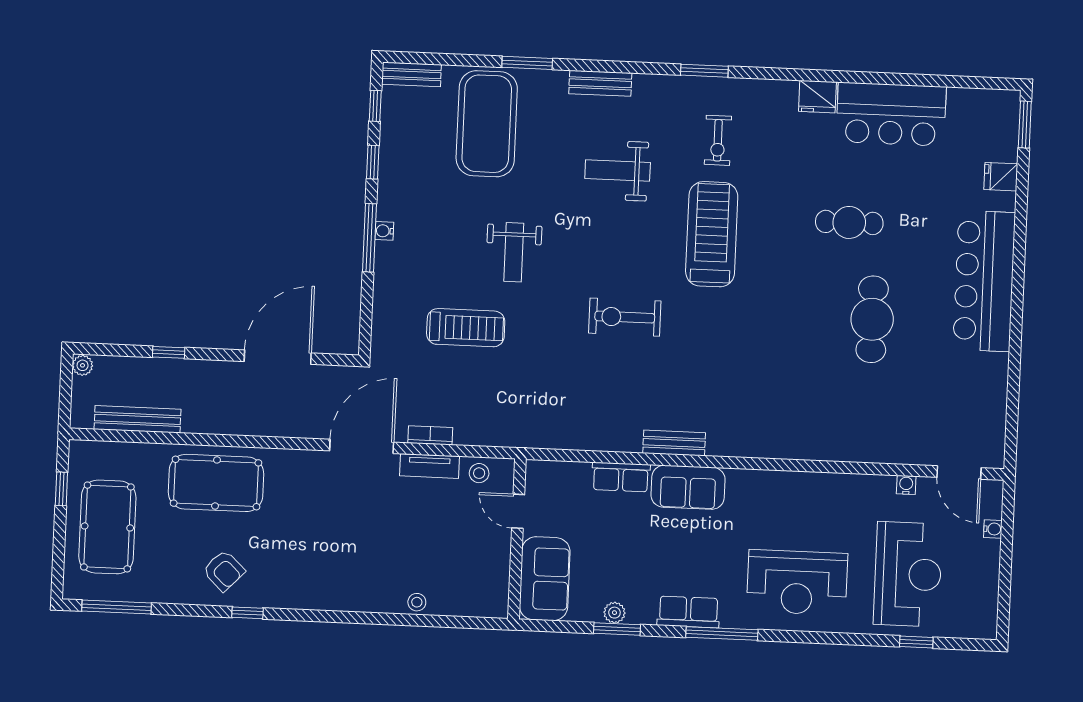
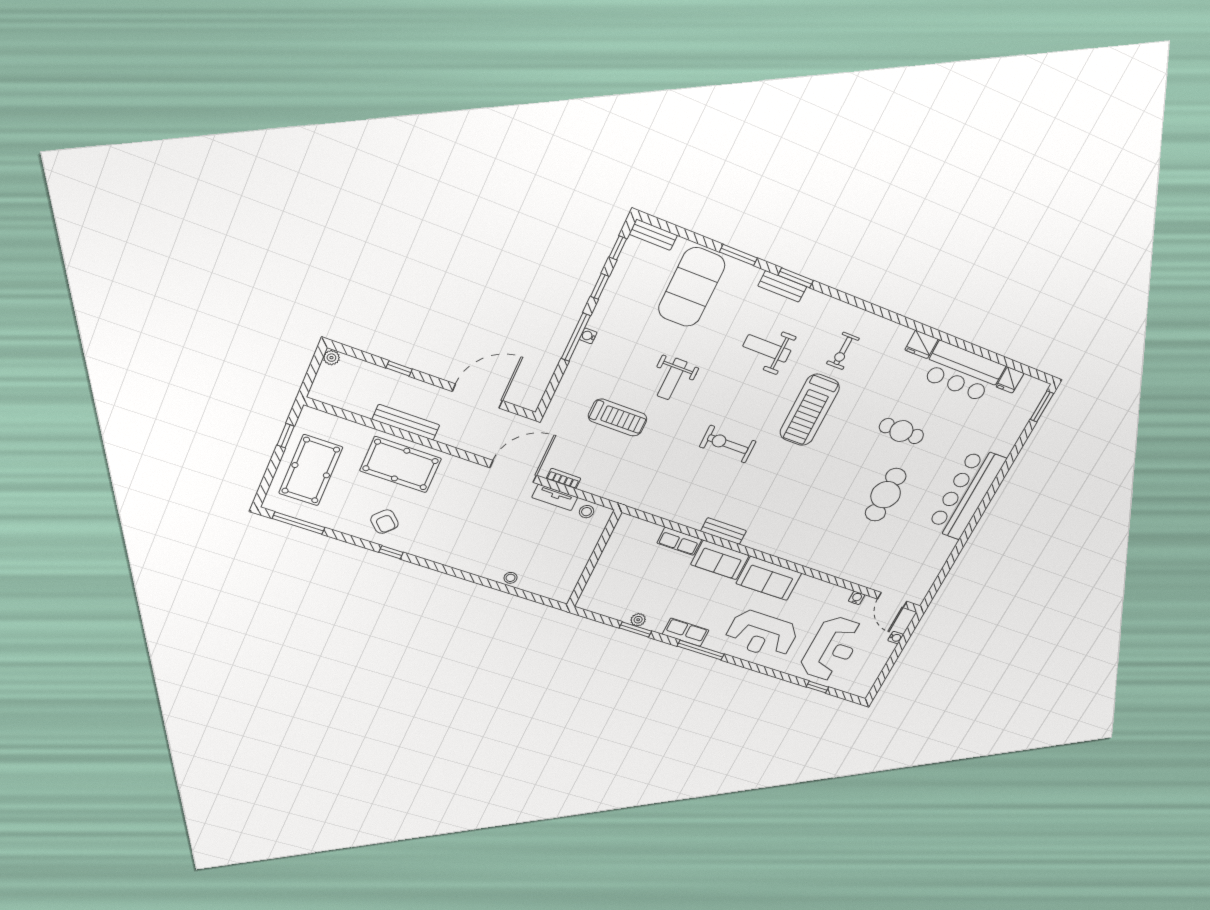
window: (704, 71) -> (796, 278), moved
fridge: (1001, 177) -> (1010, 380), moved, turned -90
treadmill: (712, 234) -> (810, 410), turned 180
bench: (137, 419) -> (406, 422), moved
door: (518, 511) -> (602, 542), removed
sofa: (545, 579) -> (769, 578), moved, turned 90

